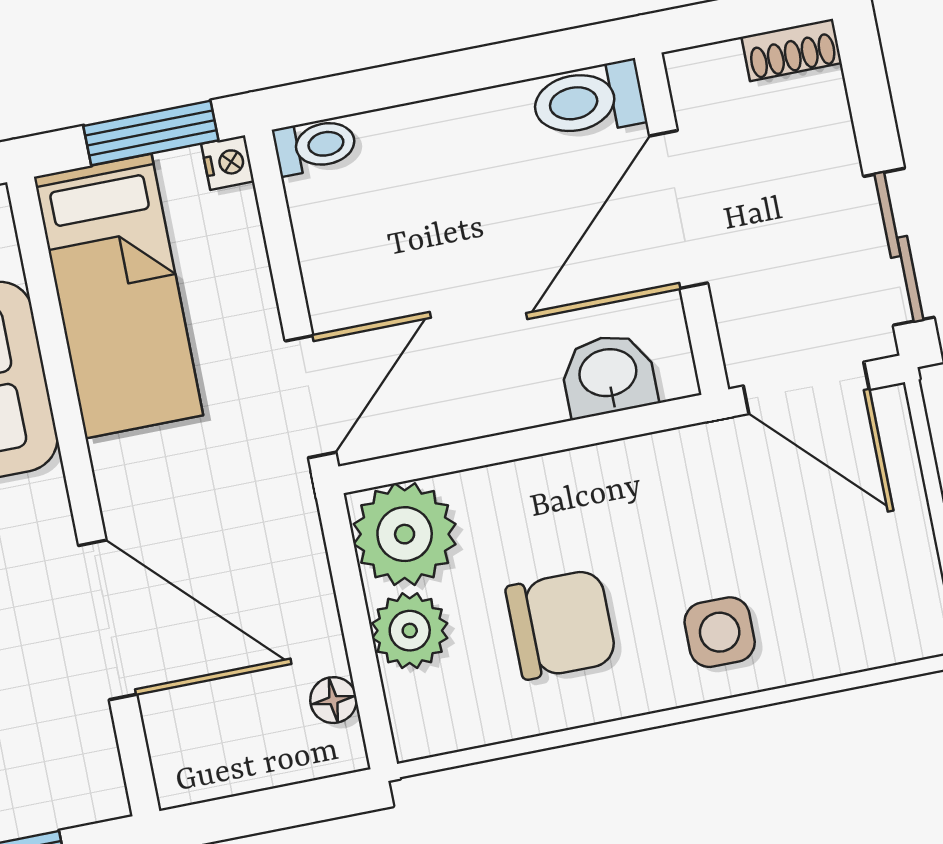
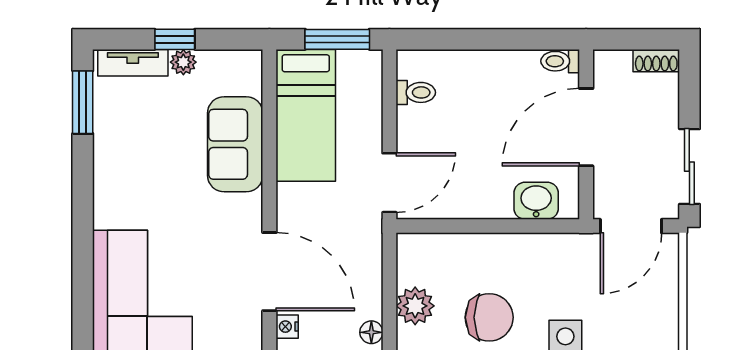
toilet: (588, 100) -> (560, 61), width x0.73, depth x0.72
toilet: (315, 146) -> (416, 92), moved
nightstand: (228, 163) -> (287, 327), moved, turned 180
door: (806, 388) -> (631, 226), hinge flipped
plant: (405, 534) -> (422, 258), removed

